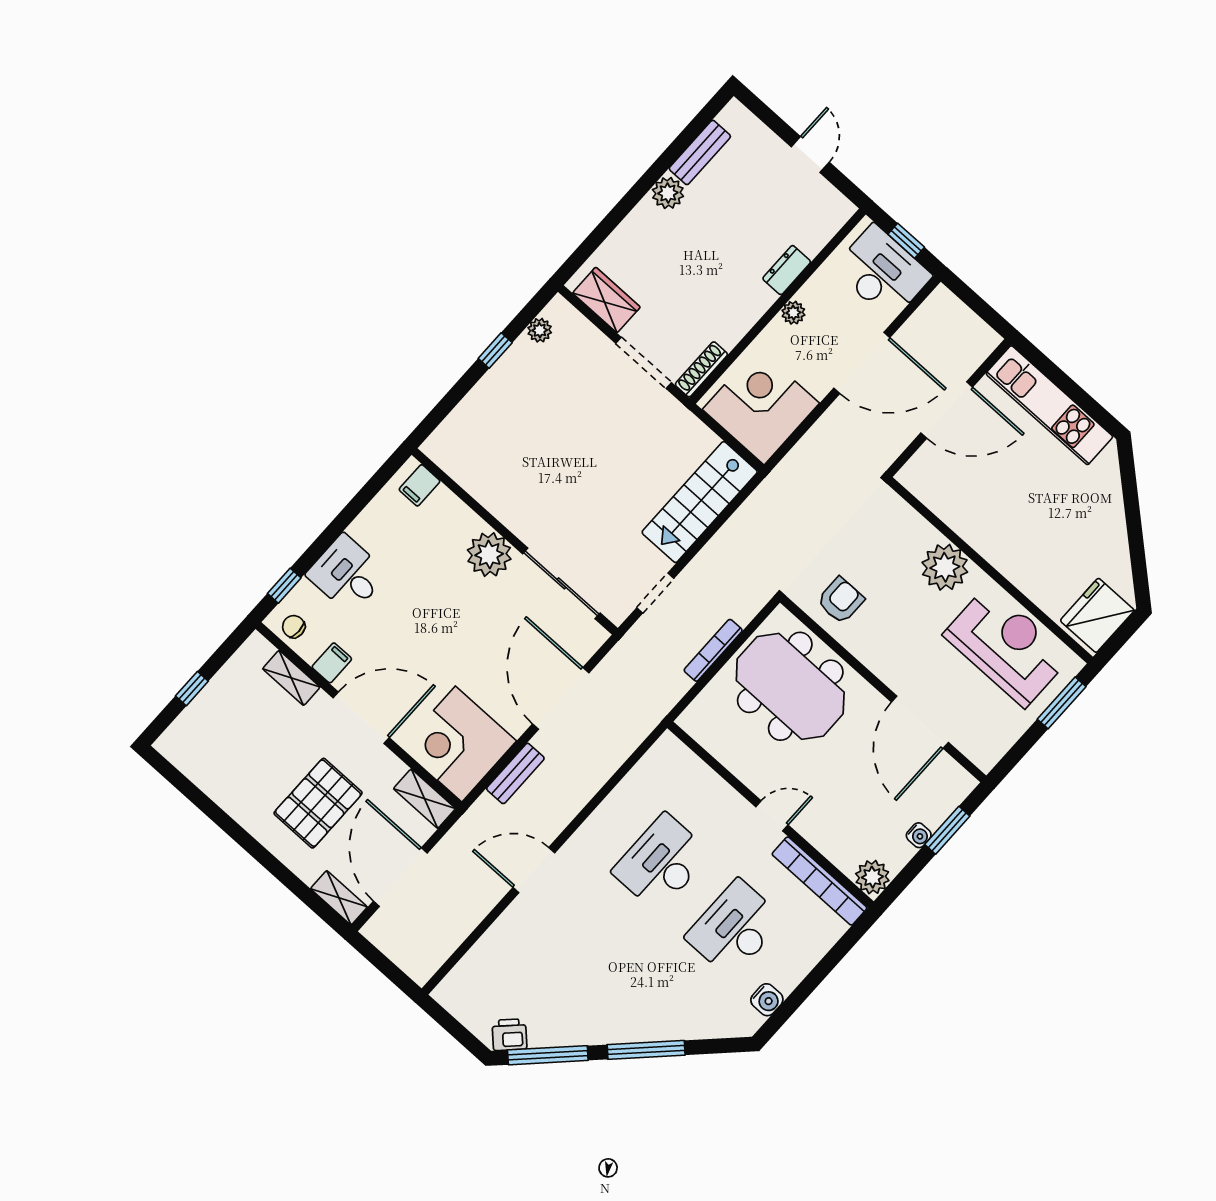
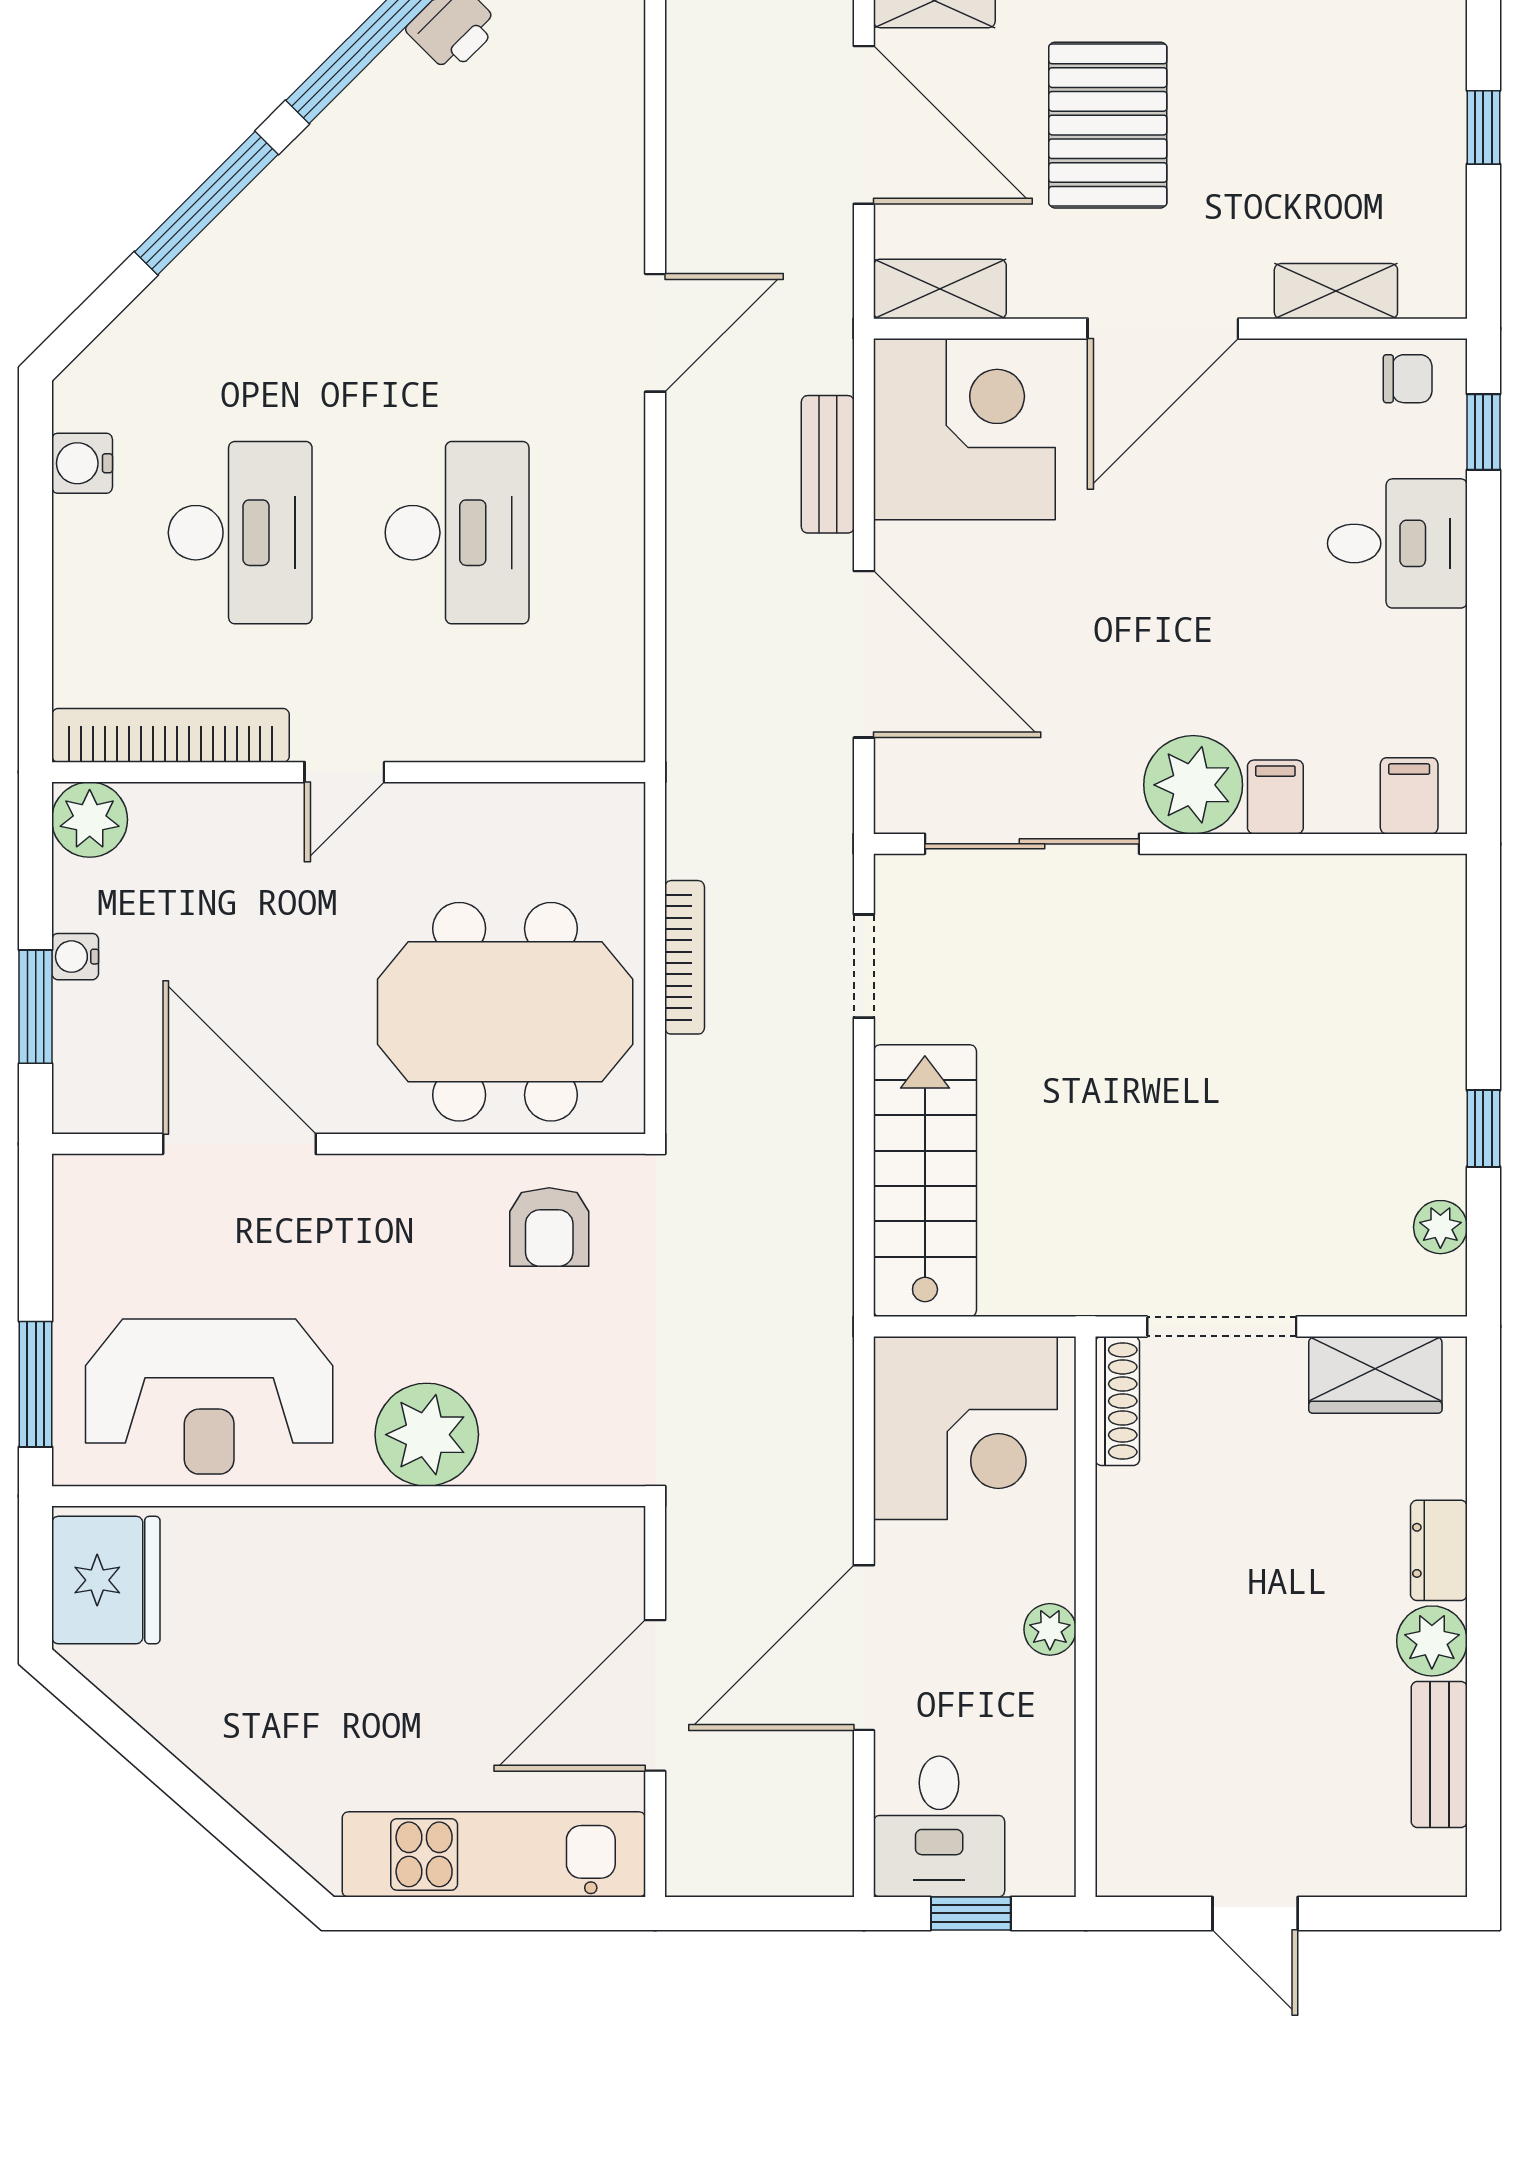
dresser: (787, 270) -> (1439, 1550), moved, turned 180
desk: (882, 272) -> (939, 1827), width x0.73
filing cabinet: (332, 663) -> (1275, 797), moved, turned 180

